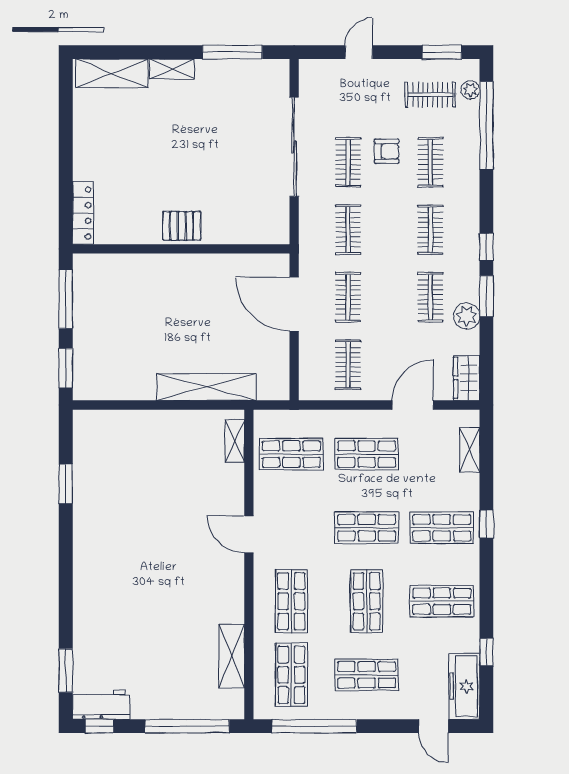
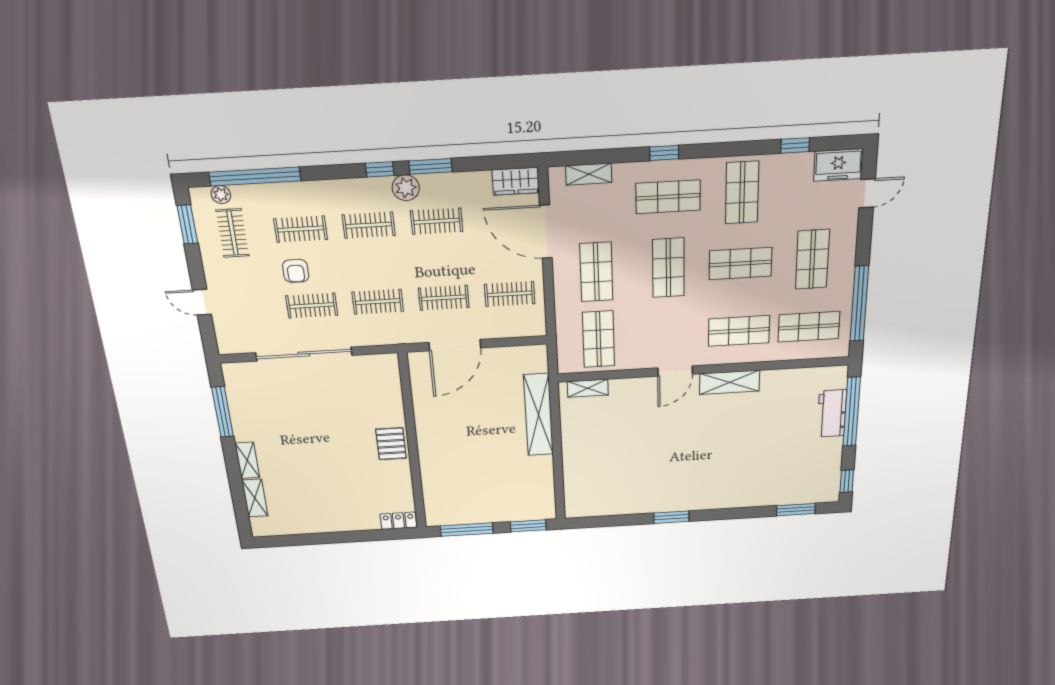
shelving: (112, 73) -> (255, 498), width x0.67, depth x0.75
armchair: (387, 151) -> (296, 271), turned 180
locker: (83, 213) -> (398, 521), width x0.66
plant: (467, 316) -> (406, 188), moved
door: (413, 405) -> (546, 232), width x1.36
window: (66, 484) -> (671, 517), moved
shop shelf: (442, 528) -> (668, 197), turned 90
shelving: (232, 656) -> (730, 382), moved
freezer: (464, 686) -> (838, 165), width x0.71
workbench: (101, 705) -> (832, 413), moved

